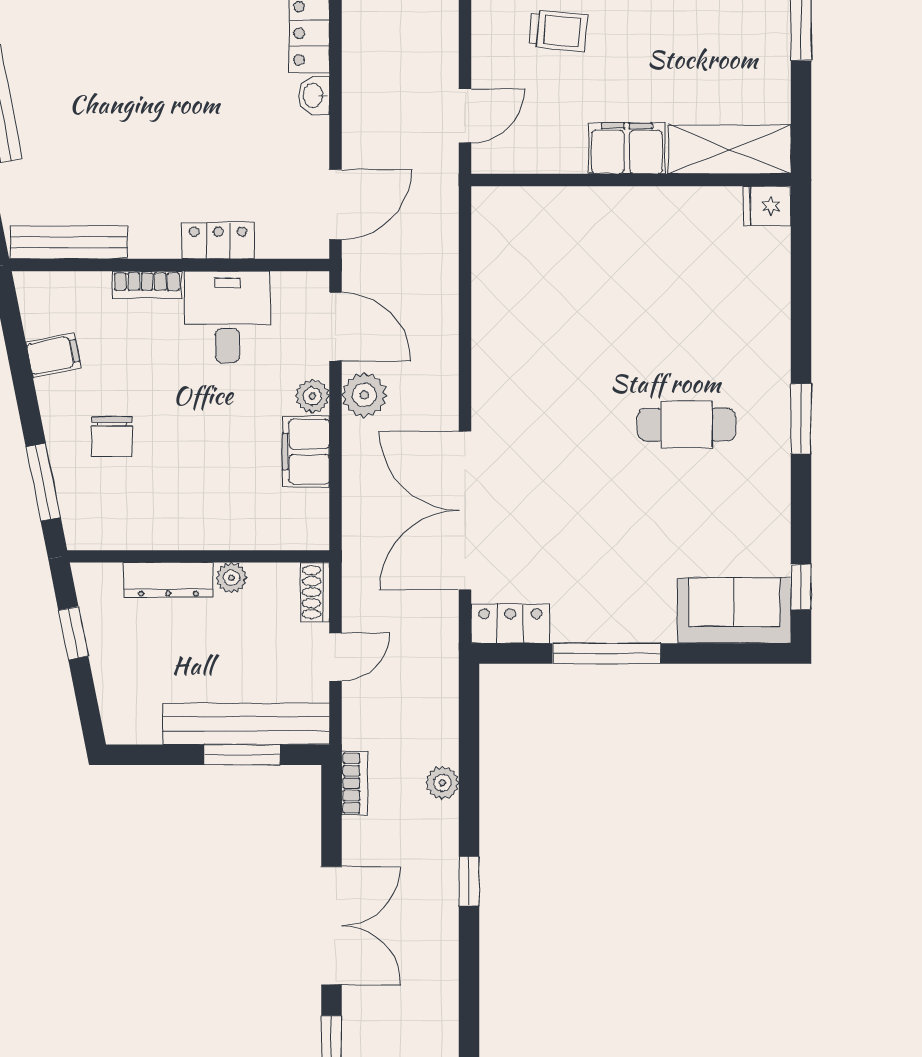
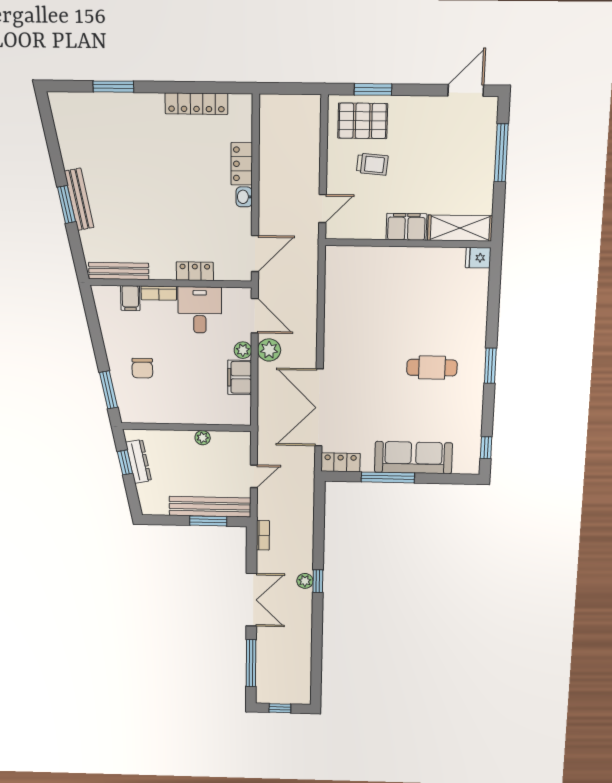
filing cabinet: (53, 355) -> (130, 298), moved, turned 101
dresser: (168, 580) -> (139, 462), moved, turned -101
shoe rack: (315, 592) -> (244, 445), removed
sofa: (734, 611) -> (413, 458), moved, width x1.36
plant: (442, 783) -> (305, 581), moved

